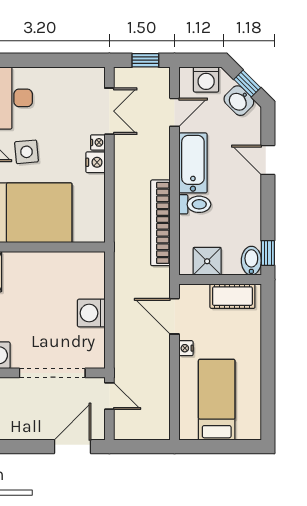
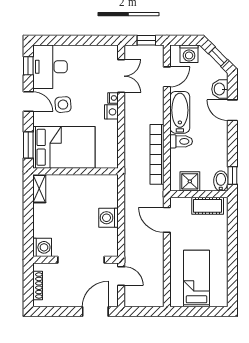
washbasin: (239, 101) -> (220, 89), moved, turned 45
nightstand: (186, 348) -> (175, 242), removed

